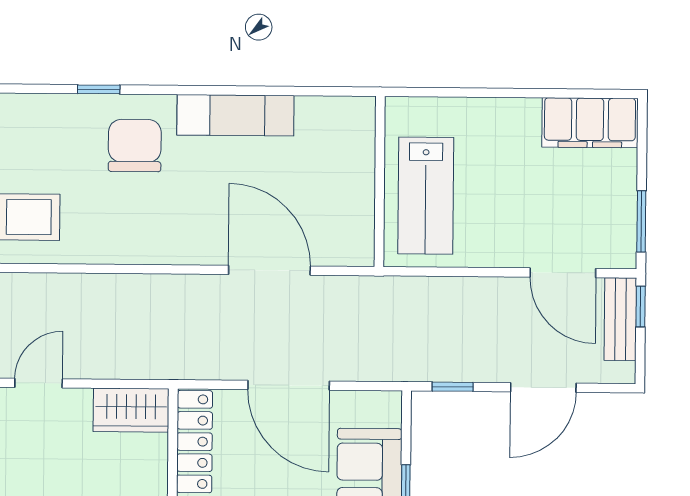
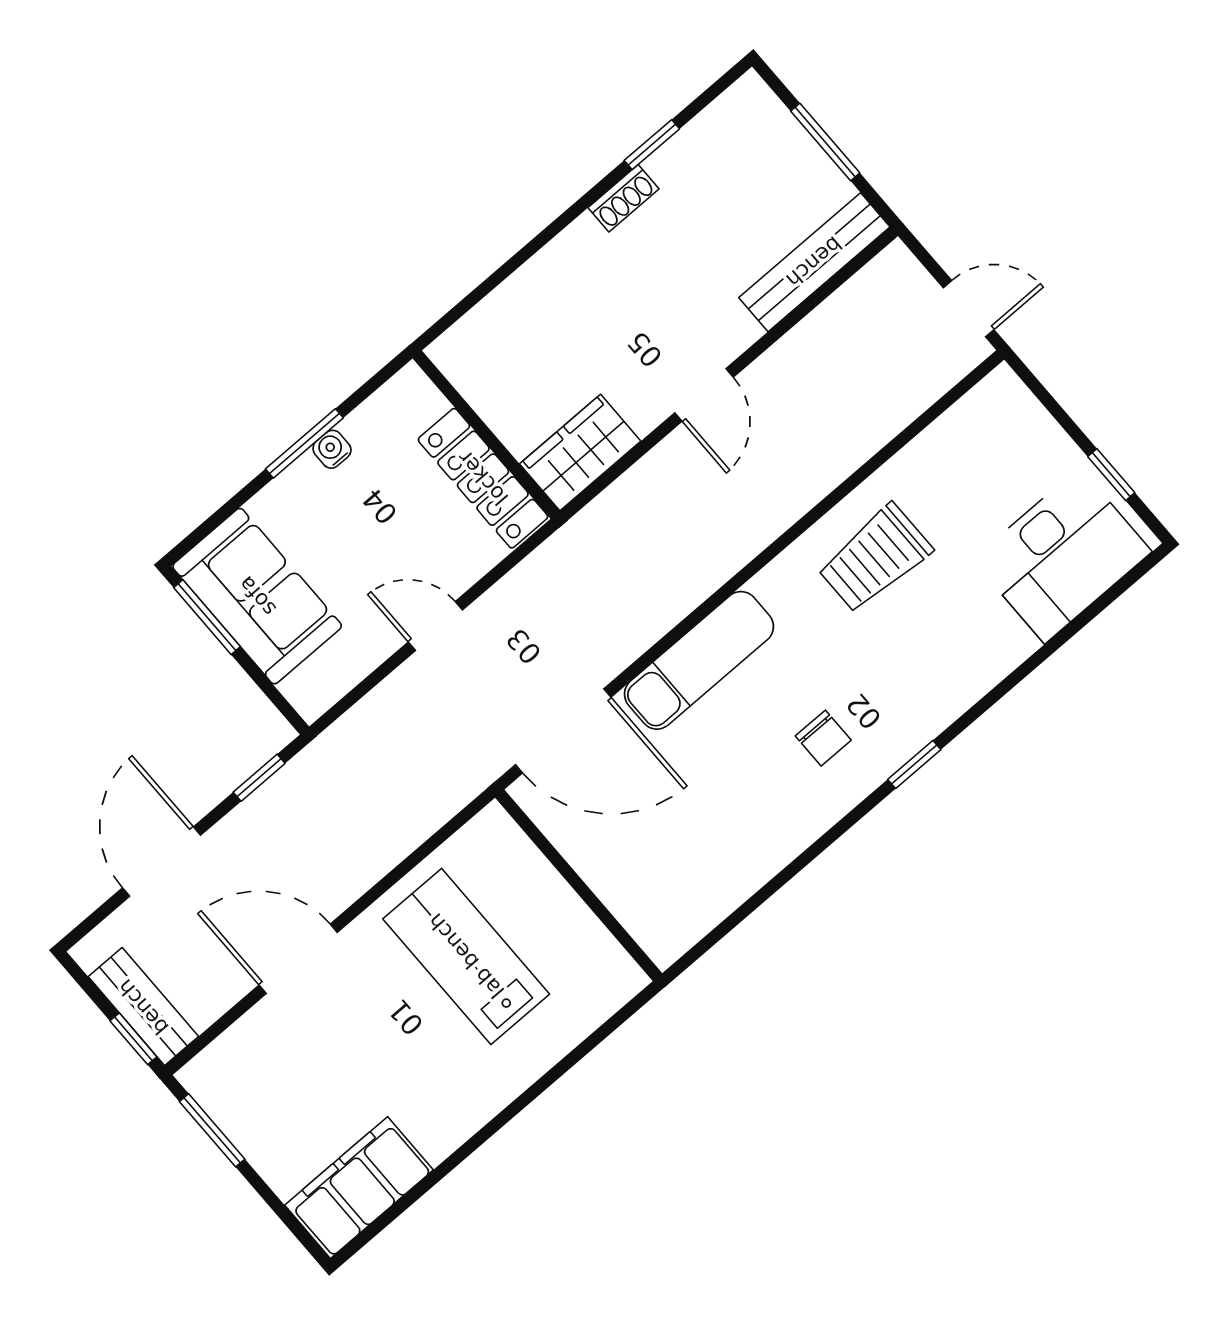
exam couch: (235, 115) -> (699, 660), moved, turned 180
chair: (135, 146) -> (823, 738), width x0.54, depth x0.54
wall: (380, 181) -> (579, 885), moved
door: (563, 273) -> (298, 959), moved
door: (289, 385) -> (435, 626), width x0.53

